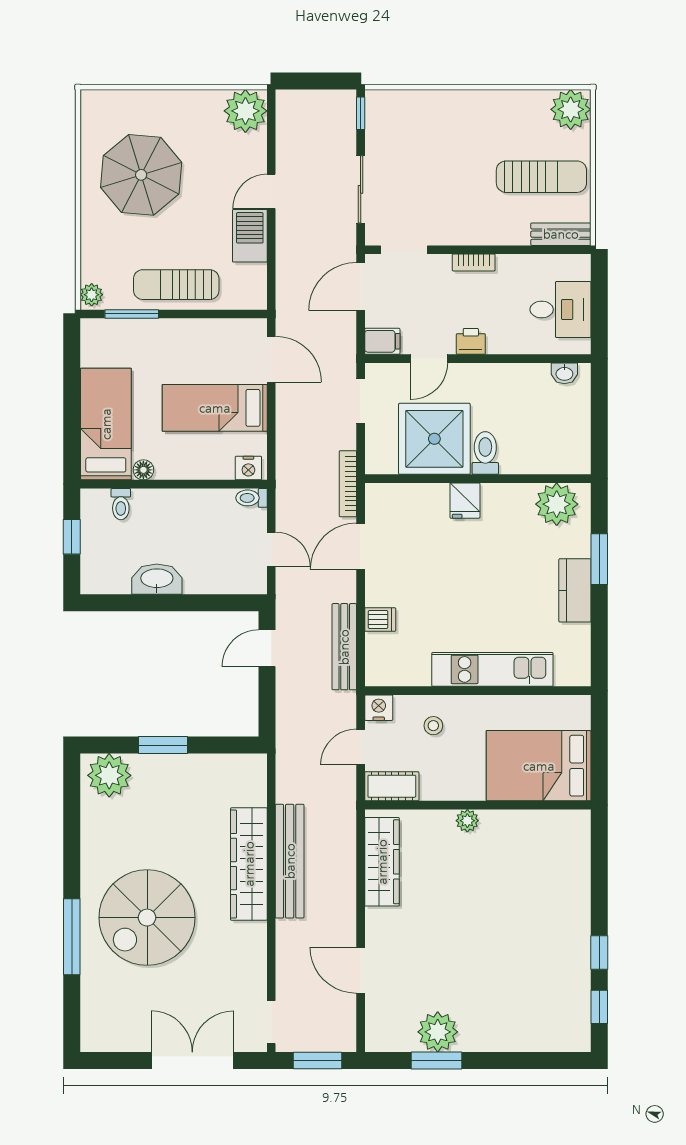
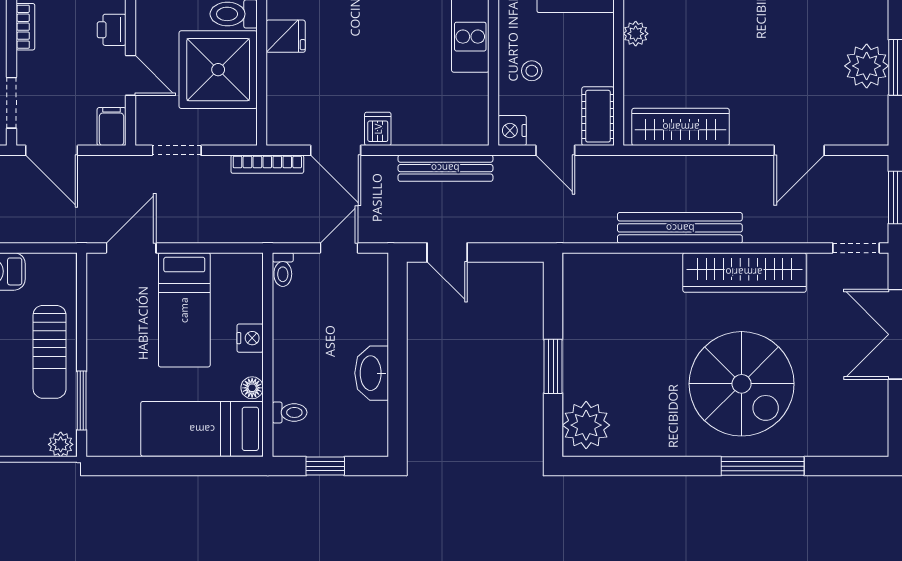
nightstand: (248, 468) -> (250, 338), moved
dishwasher: (380, 619) -> (378, 129), moved
wardrobe: (249, 864) -> (744, 272), moved

